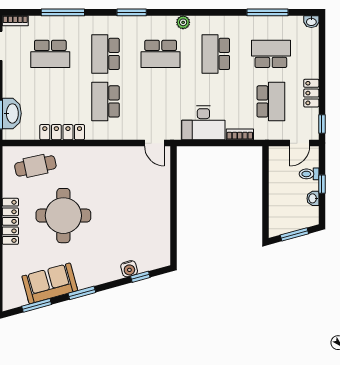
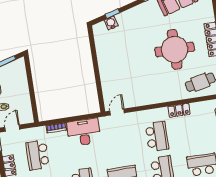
locker: (62, 132) -> (179, 110), width x0.66
door: (154, 143) -> (117, 112), hinge flipped
water cooler: (129, 269) -> (111, 23), moved

